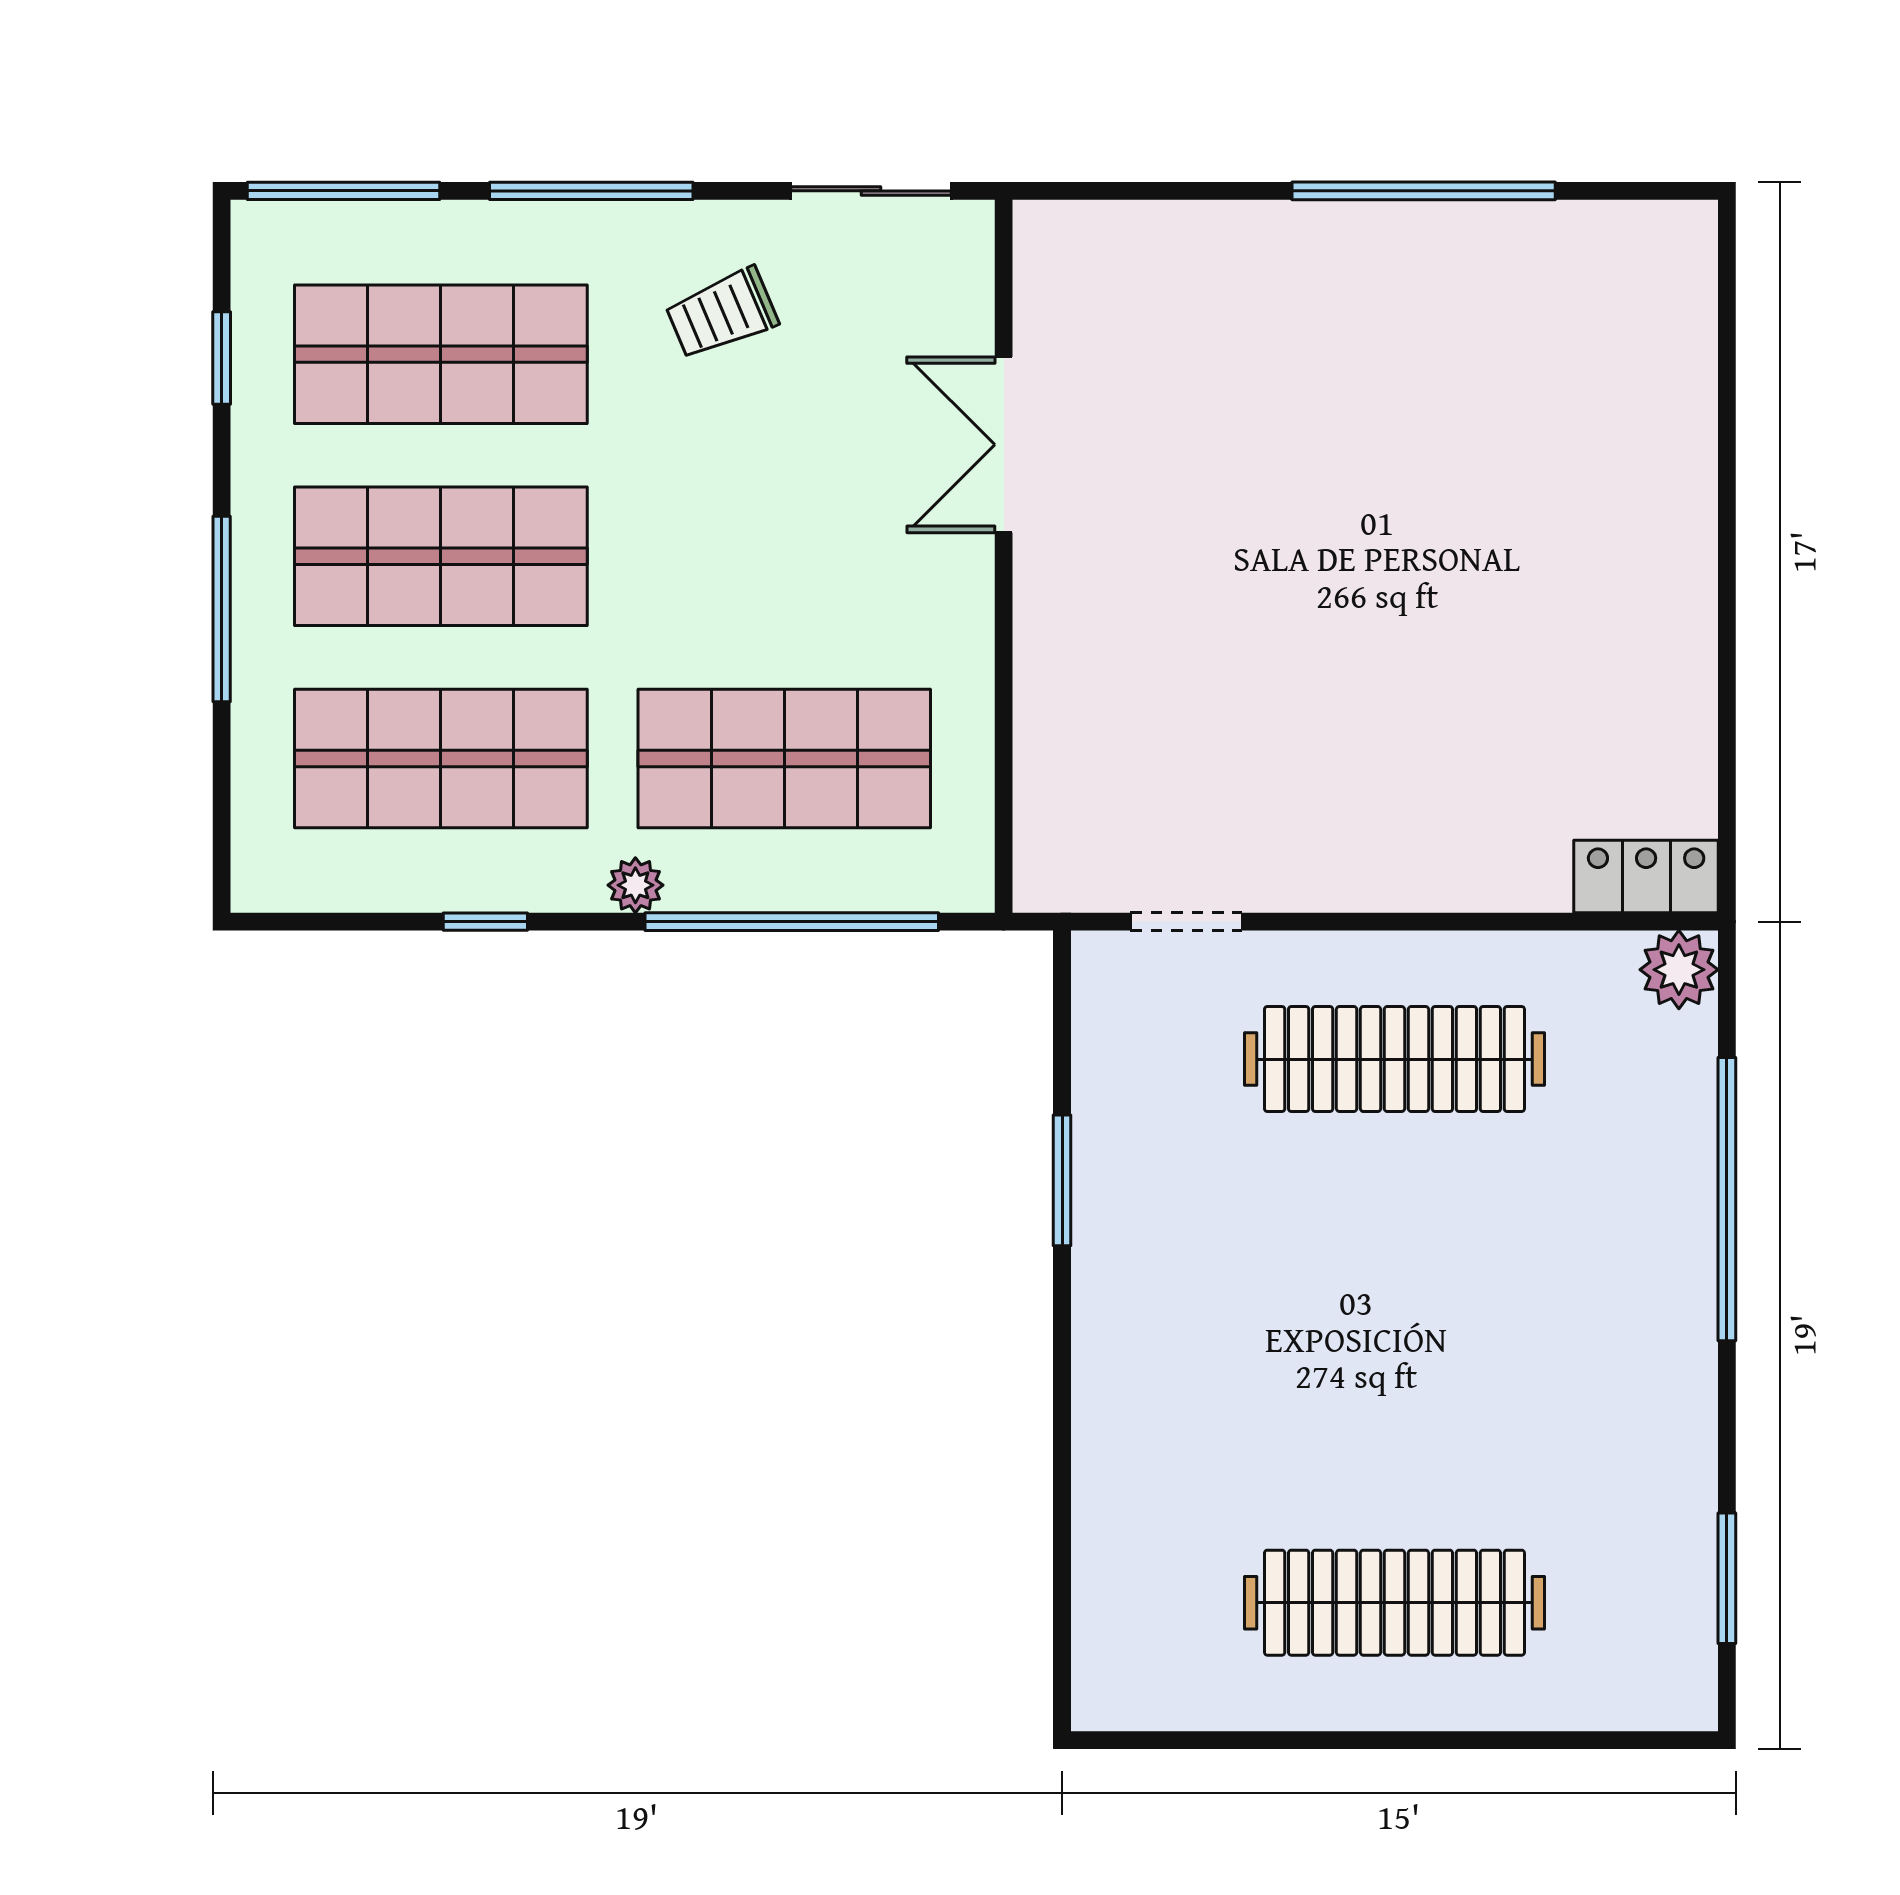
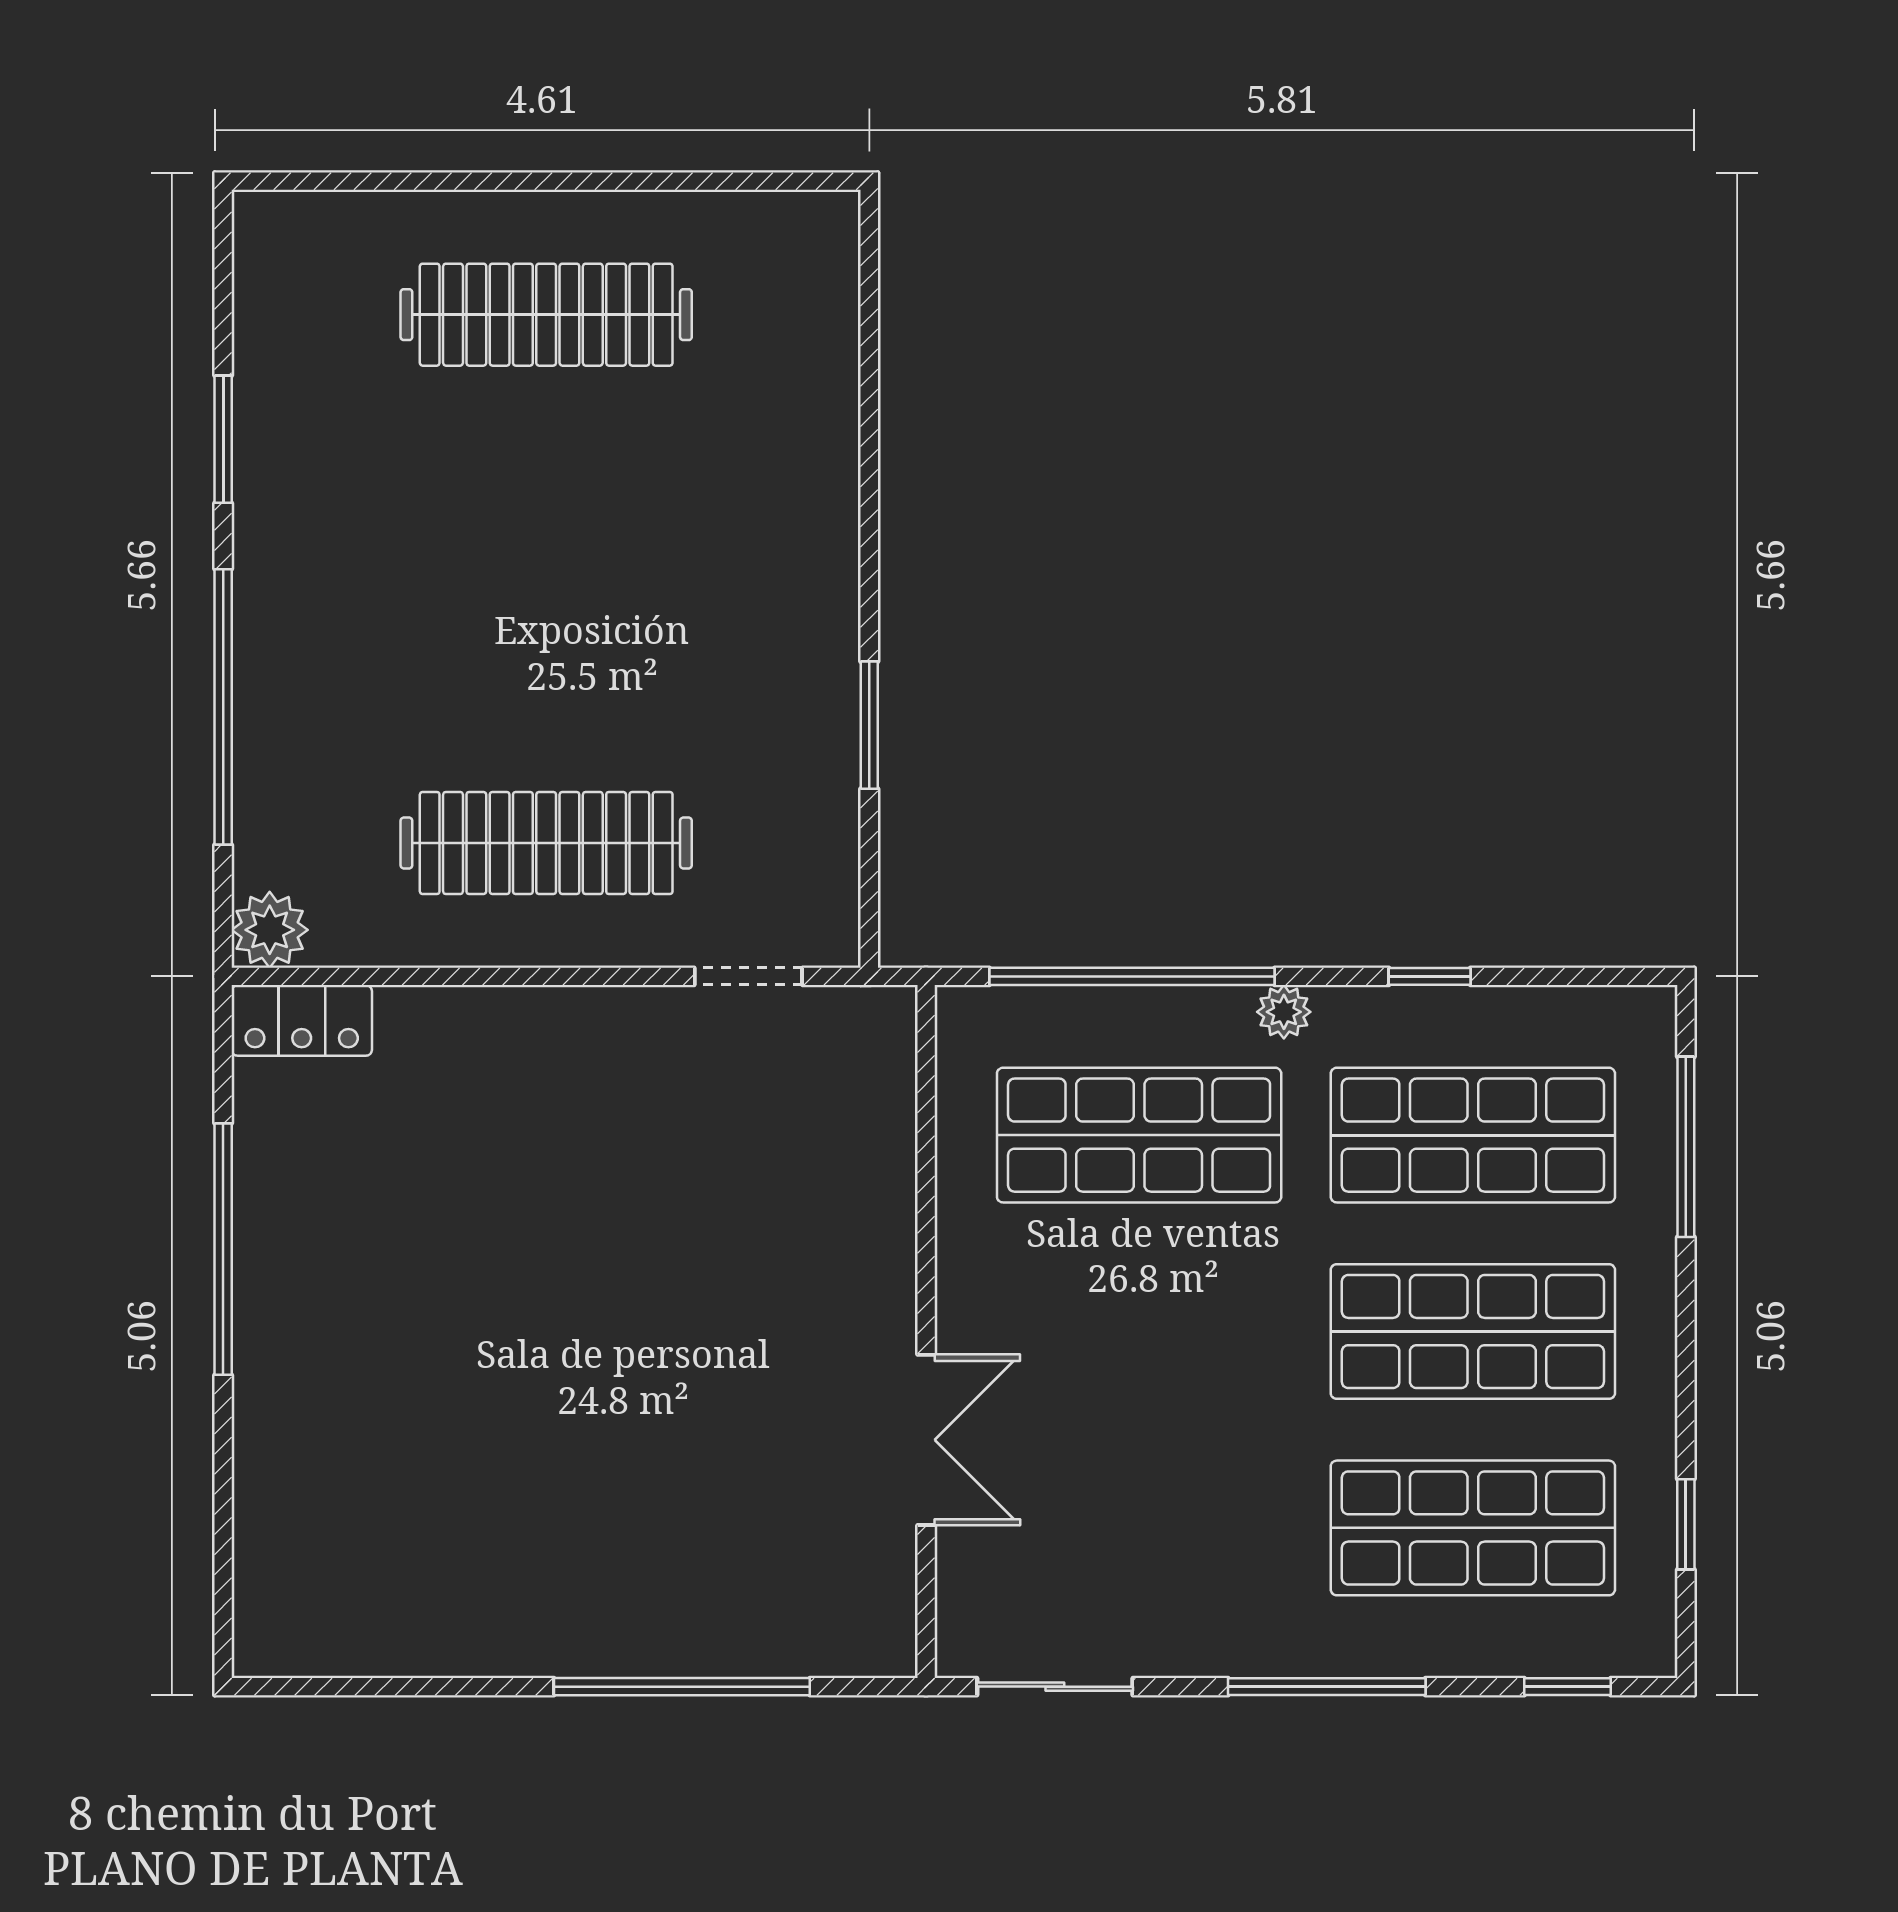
window: (344, 191) -> (1567, 1687), width x0.46
window: (1424, 191) -> (682, 1687), moved
trolley: (722, 314) -> (1200, 1567), removed
window: (222, 609) -> (1686, 1147), moved
window: (1727, 641) -> (223, 1249), added
window: (1727, 1578) -> (223, 439), moved

